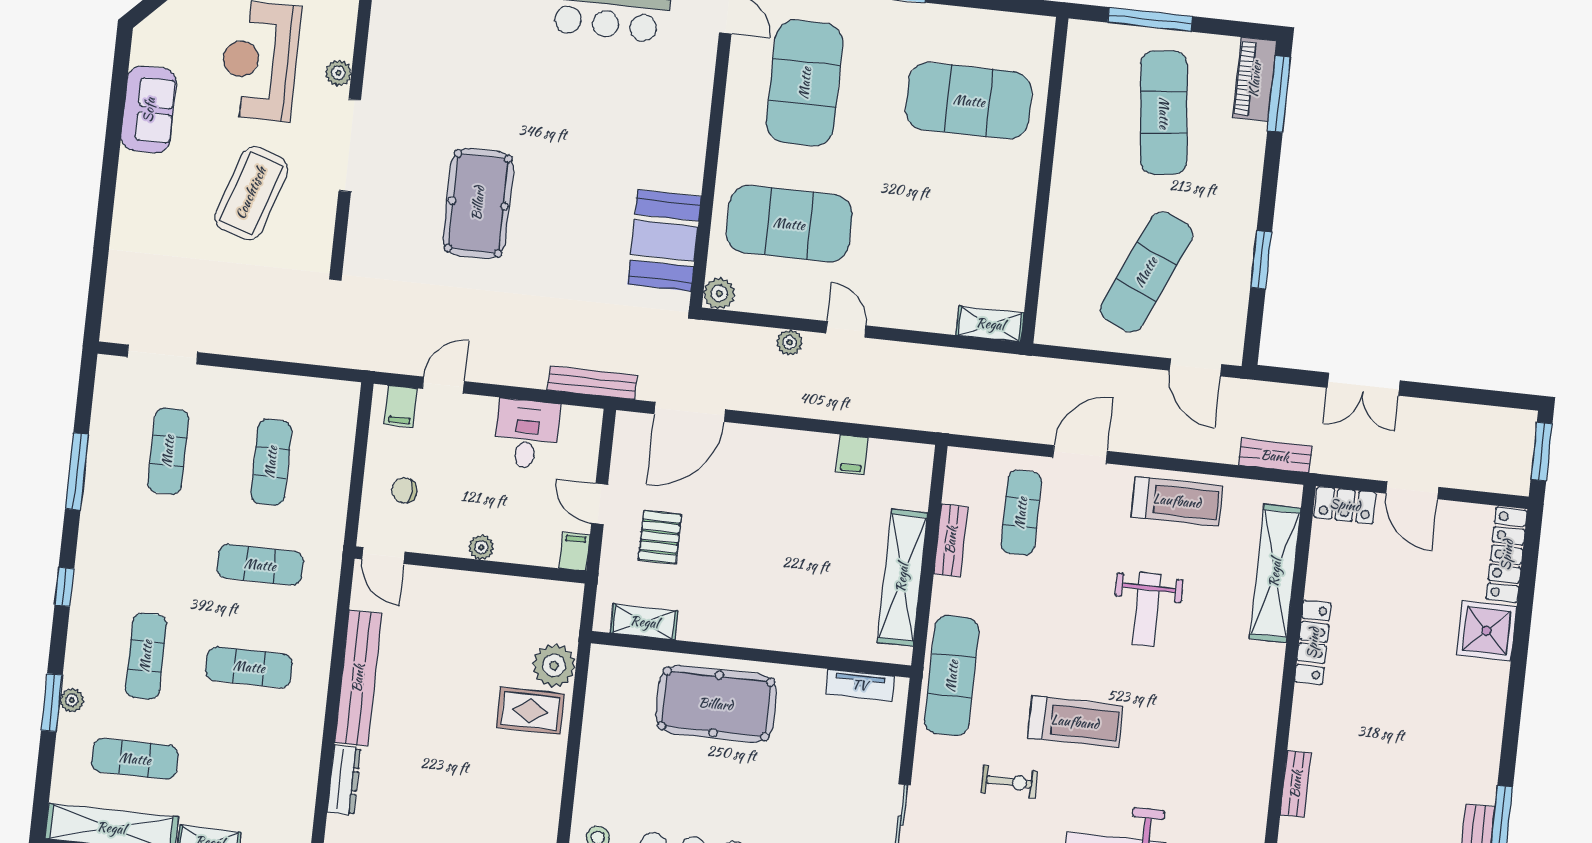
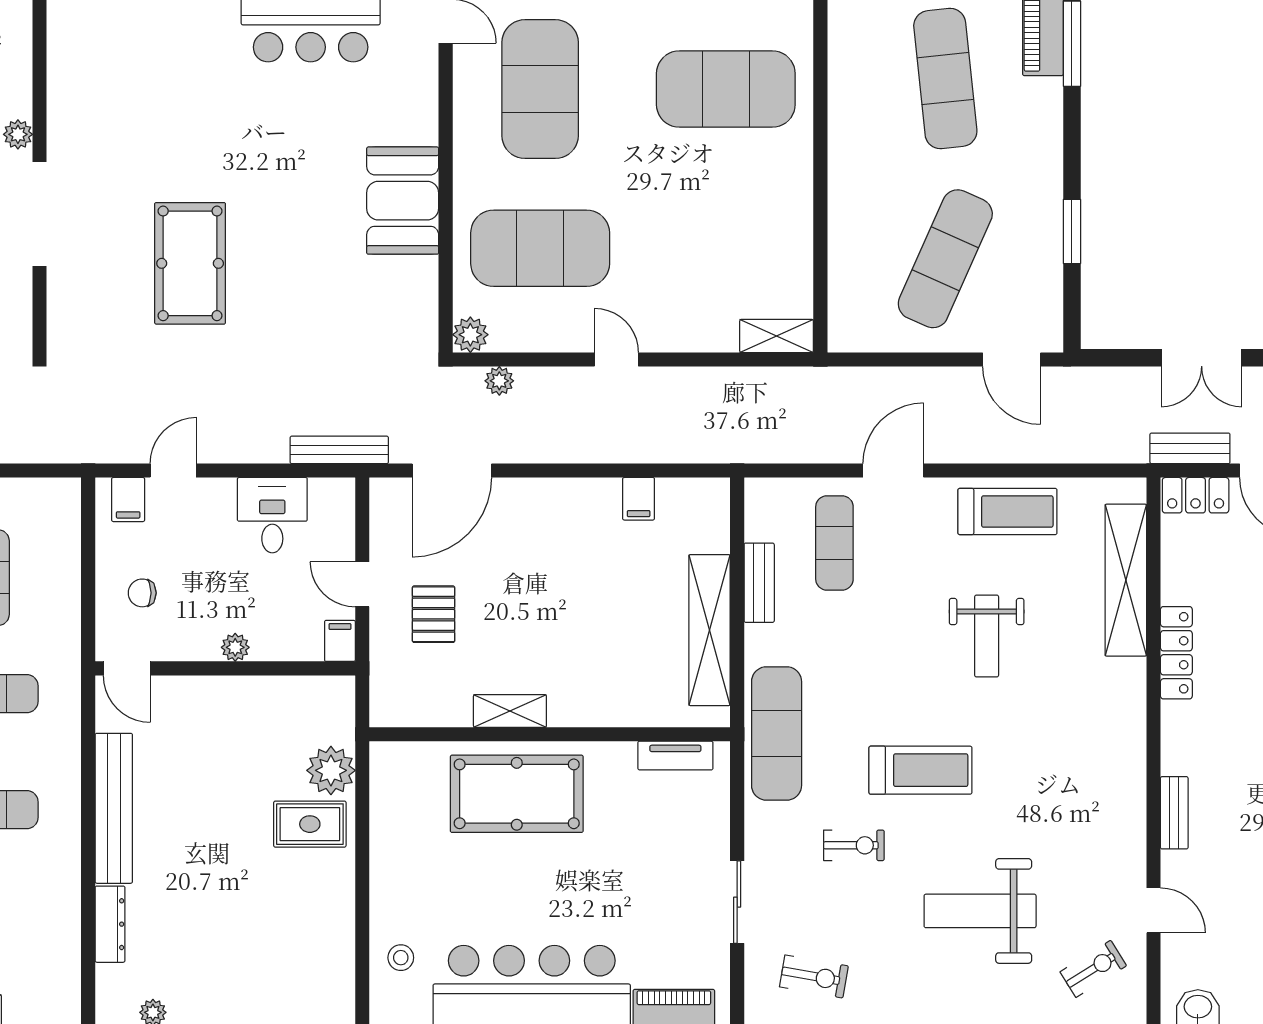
booth: (664, 241) -> (403, 201), moved
plant: (789, 342) -> (499, 381), moved
bench: (1275, 456) -> (1190, 448), moved
shelving: (644, 622) -> (510, 711), moved

